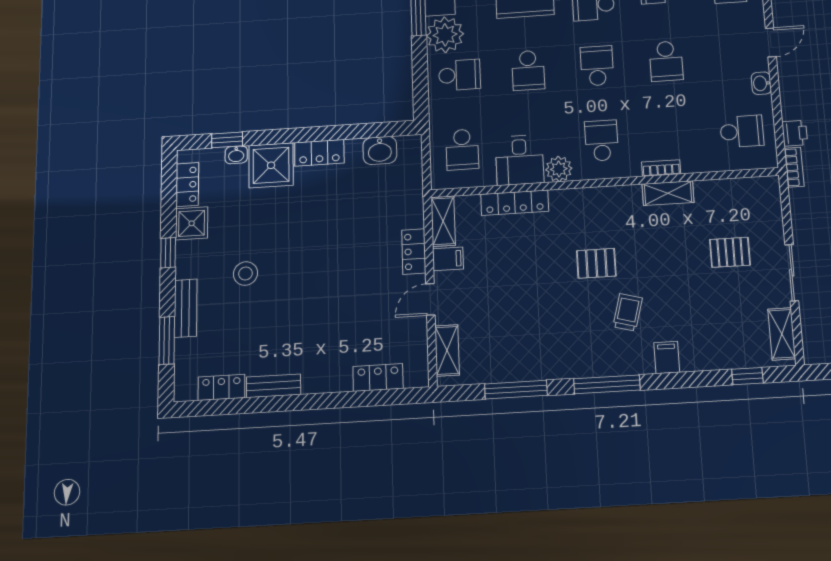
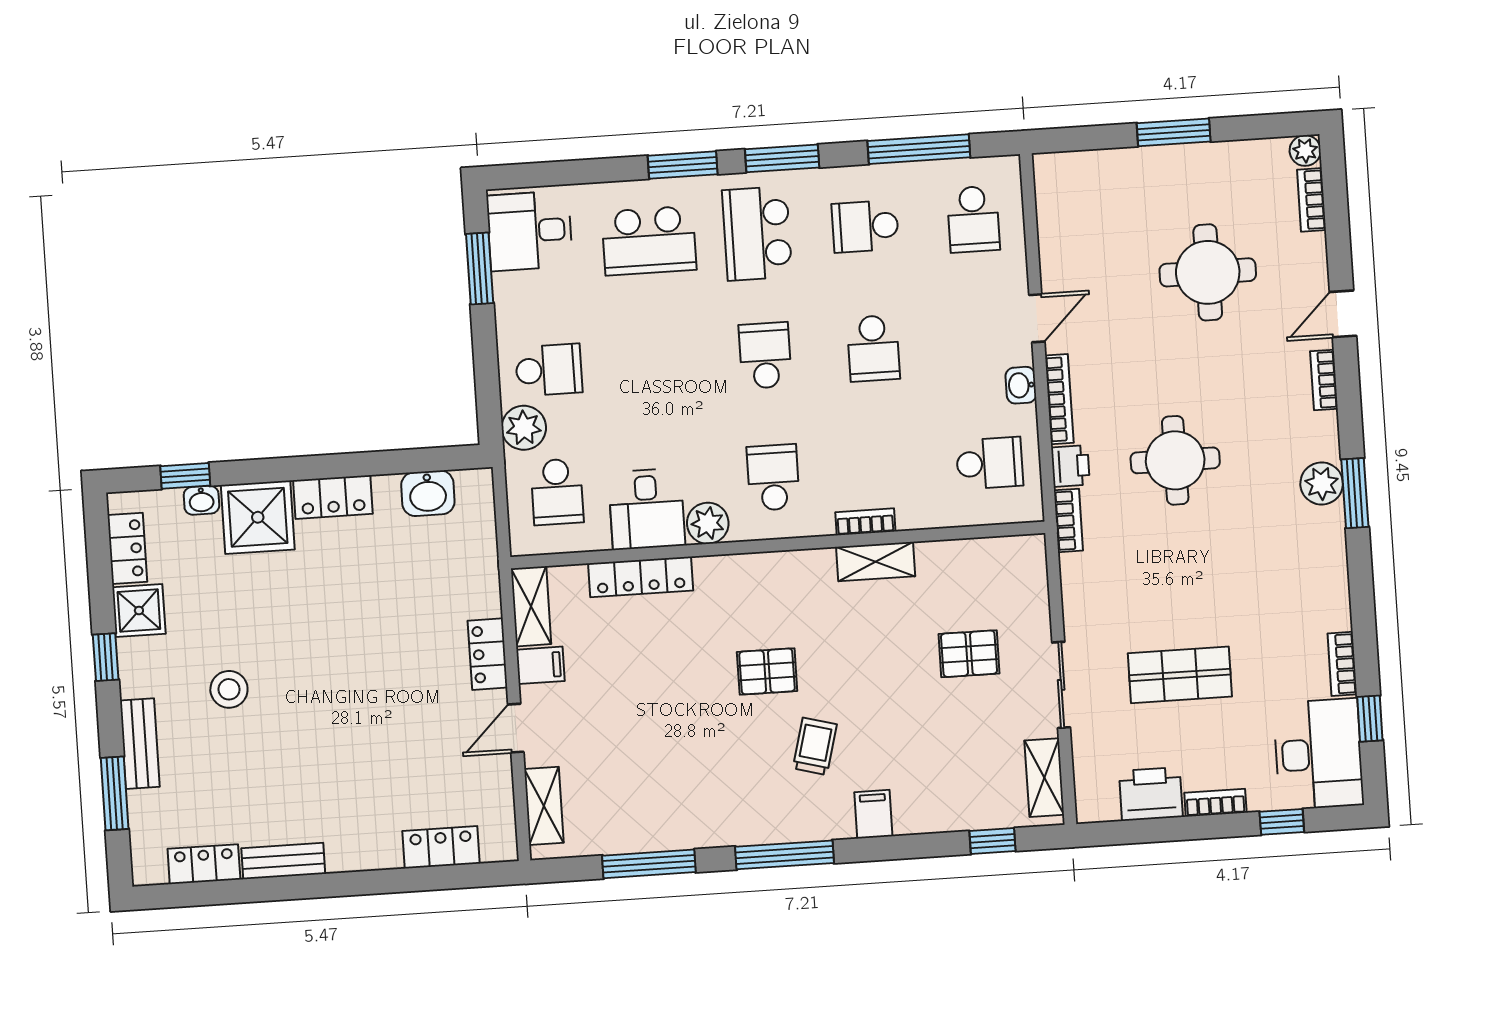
plant: (445, 35) -> (524, 428), moved, width x0.73, depth x0.73
school desk: (528, 70) -> (657, 363), removed
bookcase: (786, 92) -> (1059, 399), added

